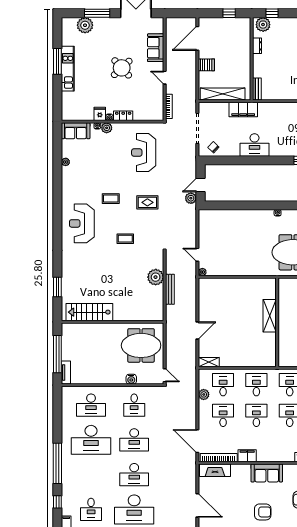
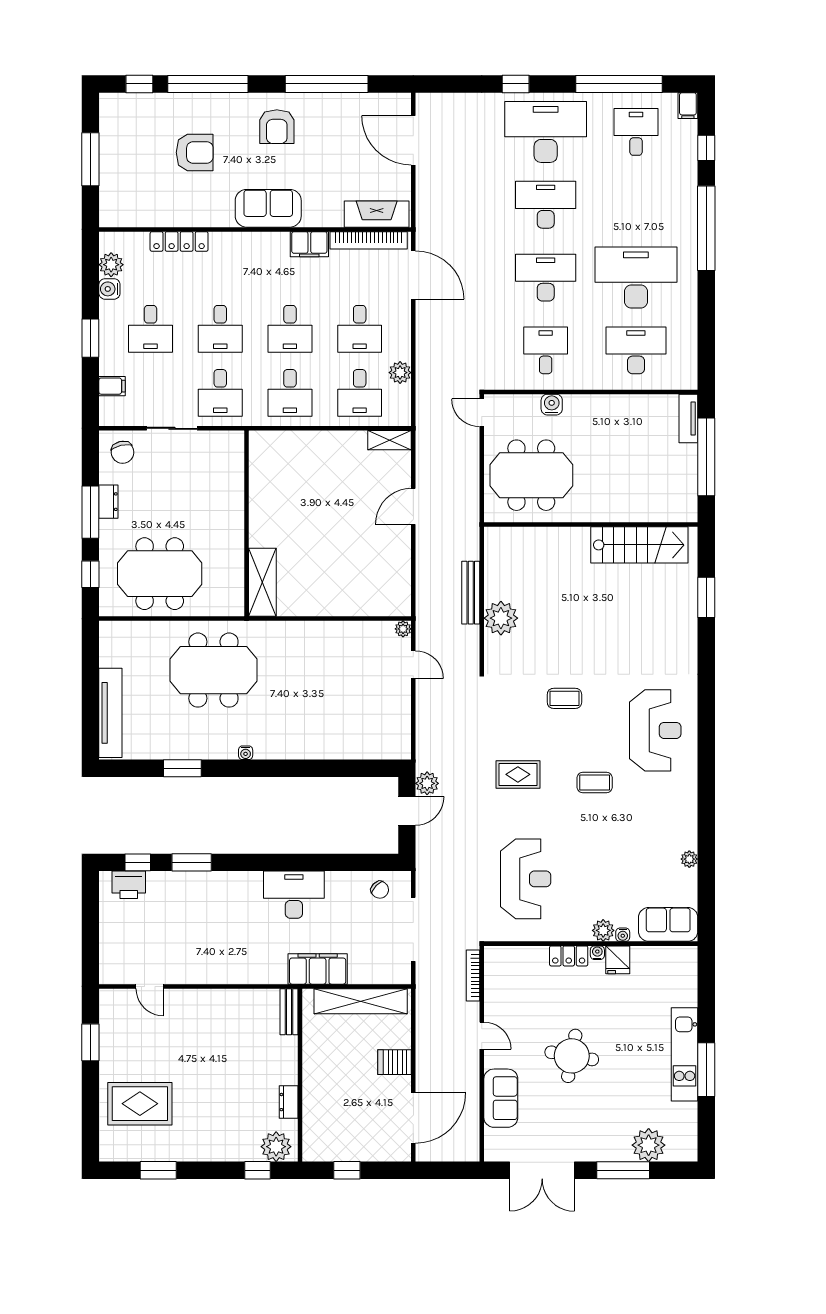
round table: (122, 68) -> (572, 1056), turned -37
shelving: (270, 316) -> (262, 582), moved
armchair: (263, 512) -> (277, 127), turned -90

